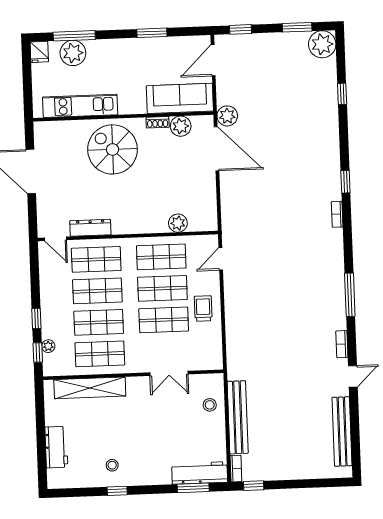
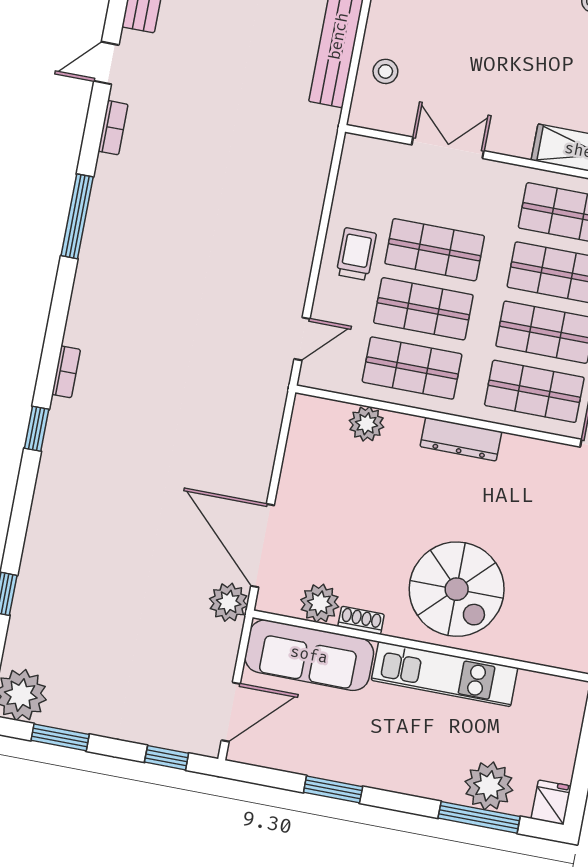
kitchen unit: (80, 106) -> (445, 674), moved
dresser: (90, 228) -> (461, 439), moved
trolley: (203, 308) -> (356, 254), turned 180

